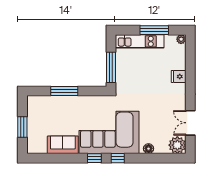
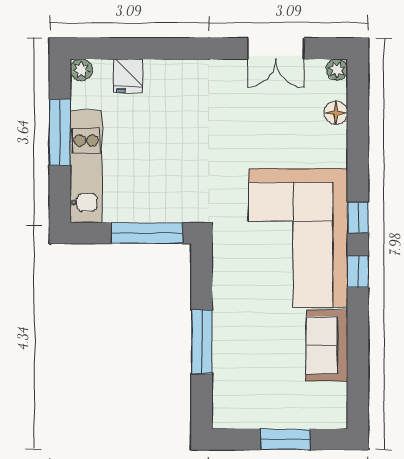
fridge: (179, 76) -> (128, 76), moved
plant: (177, 145) -> (337, 70), width x0.53, depth x0.53
floor lamp: (149, 149) -> (336, 113), moved

